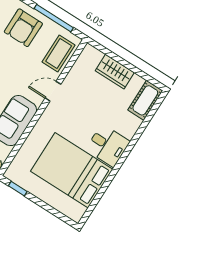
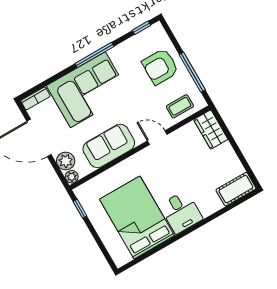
coffee table: (59, 53) -> (180, 106), width x0.73, depth x0.77
wardrobe: (115, 72) -> (211, 130), moved

